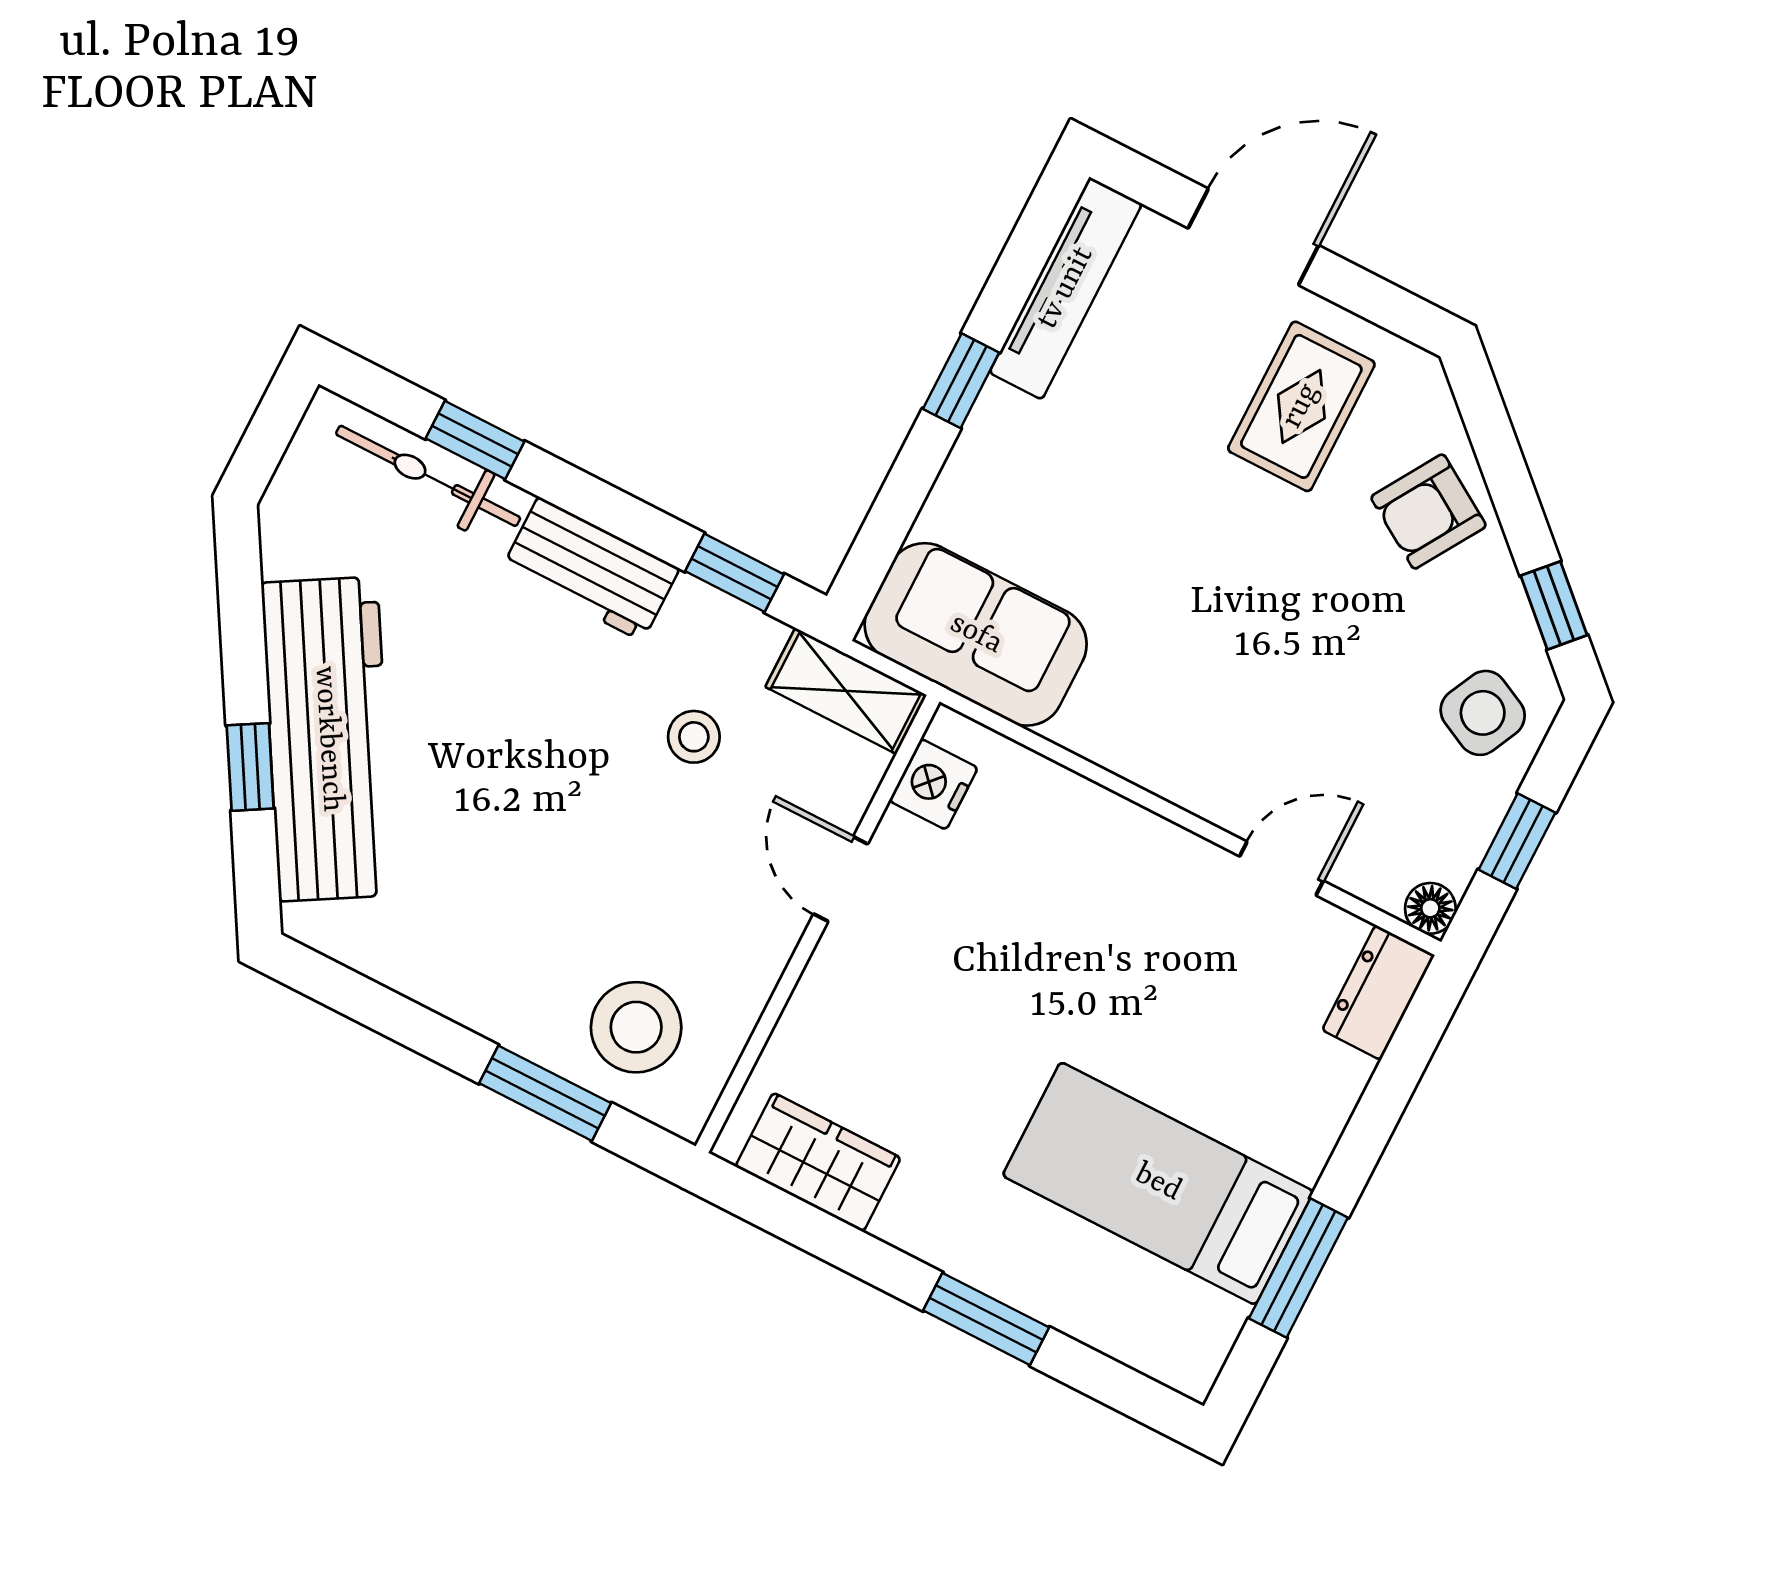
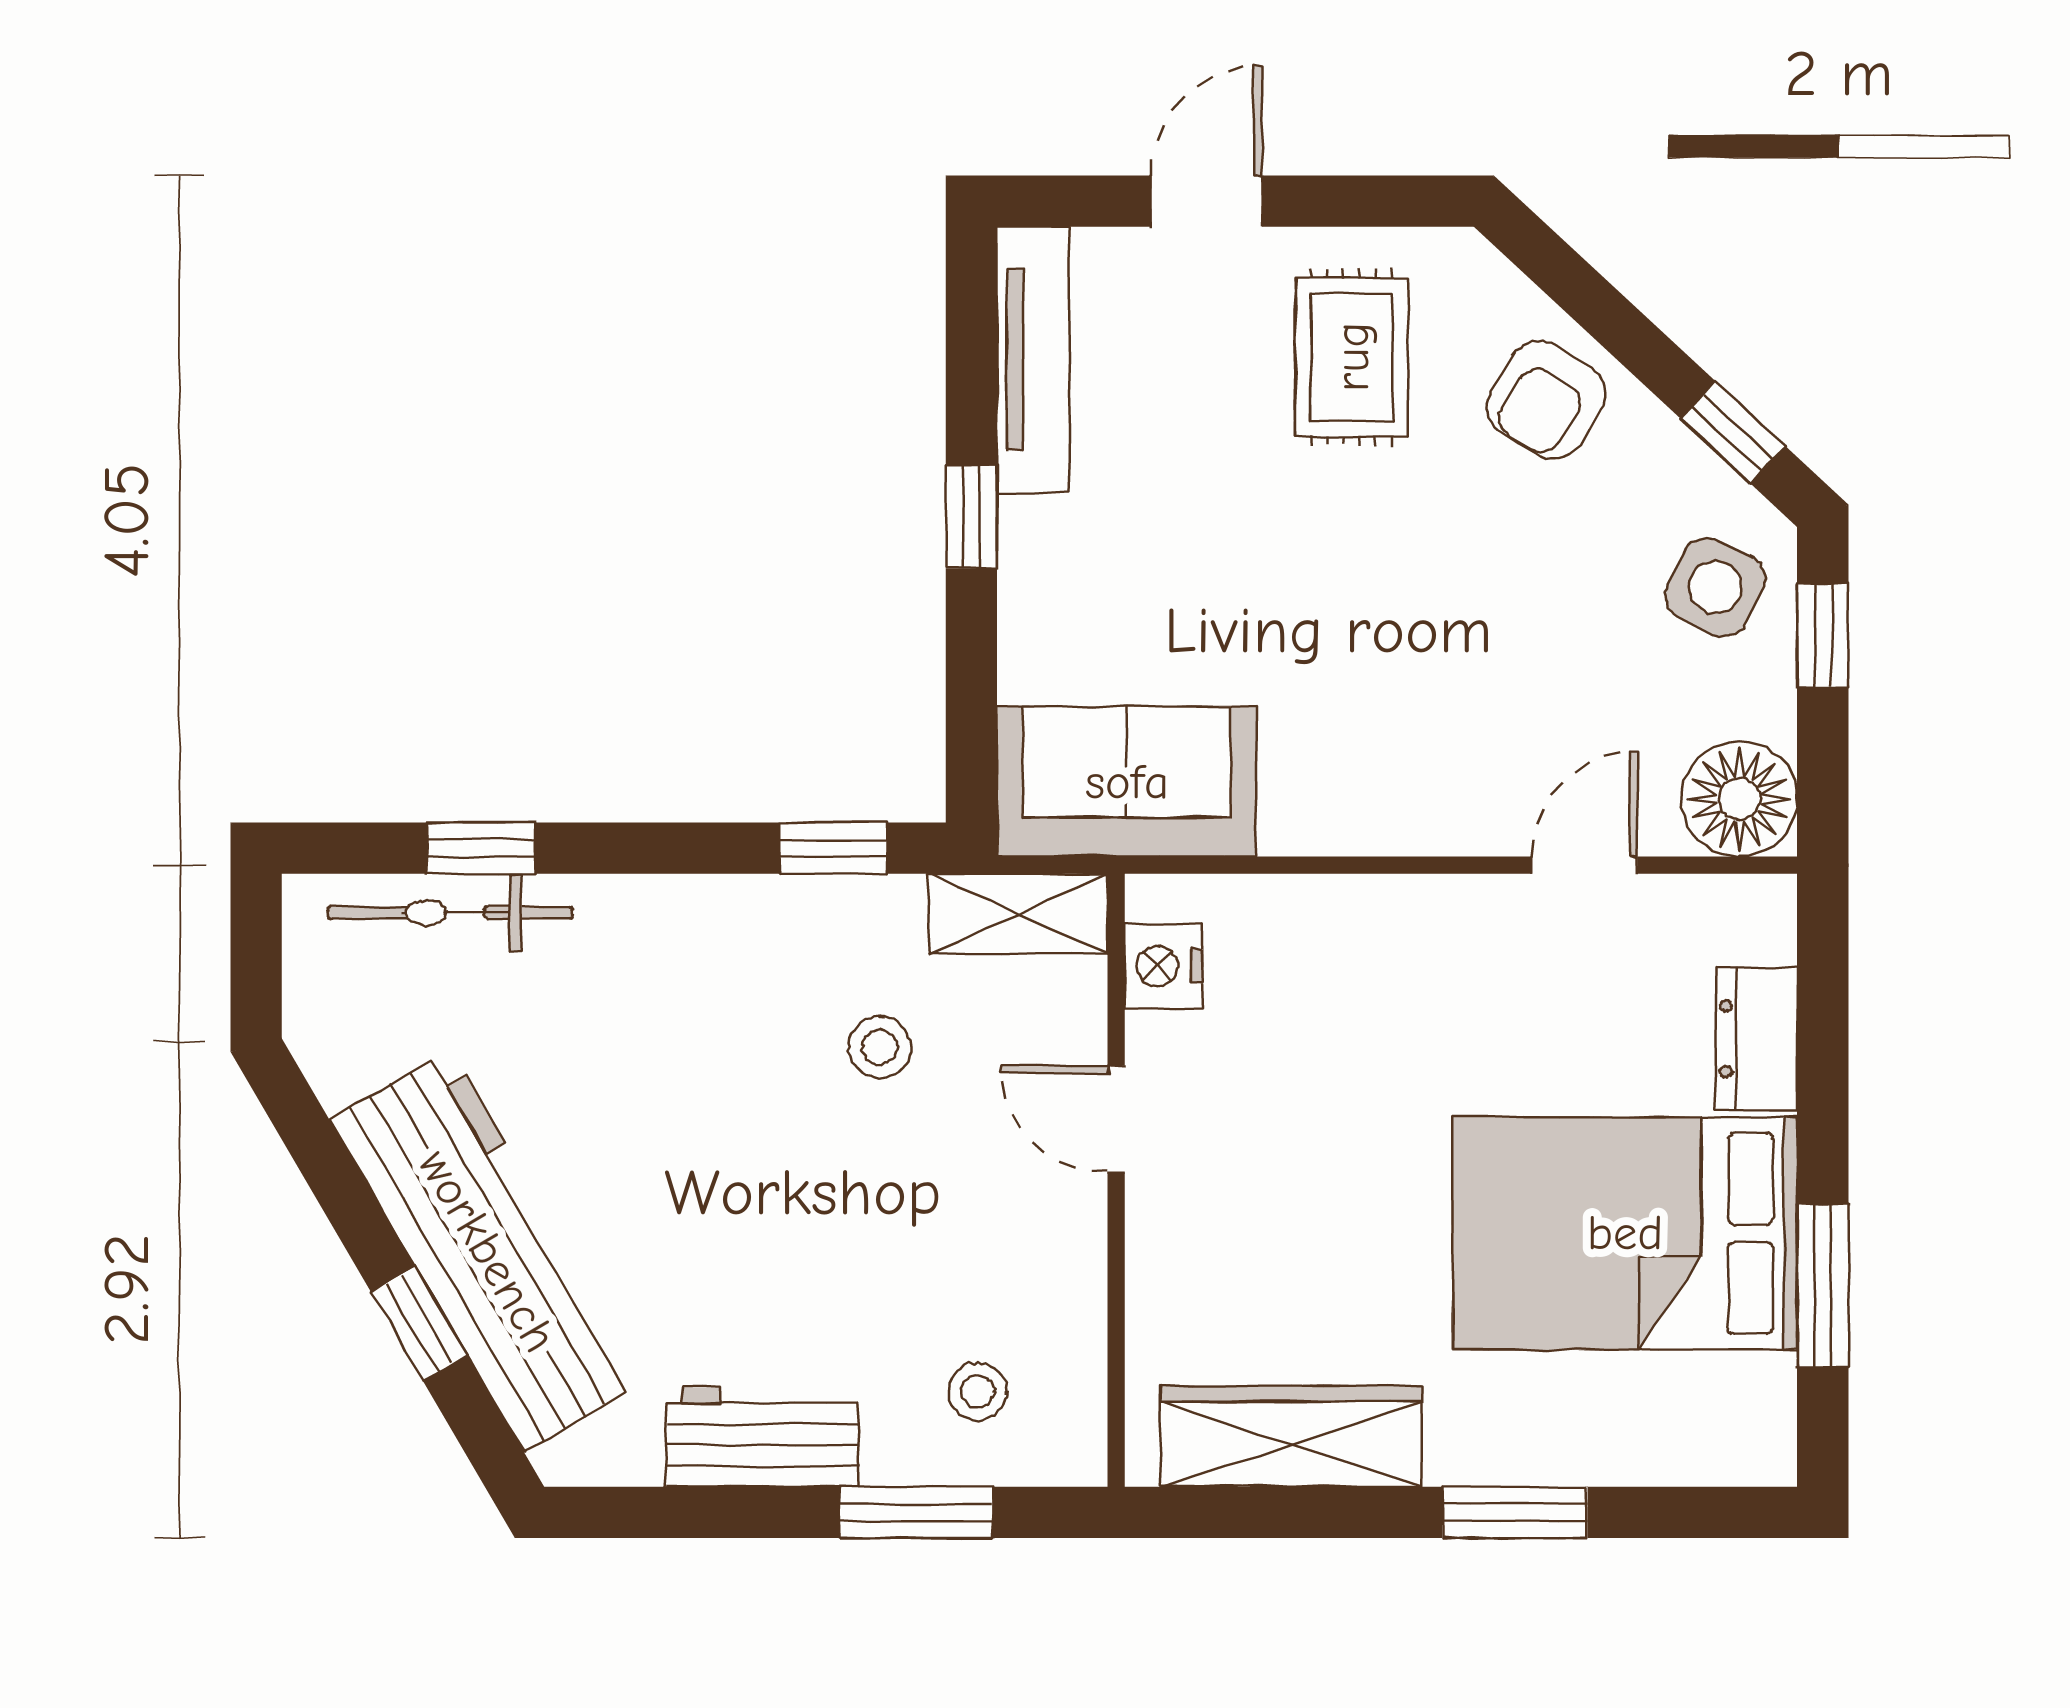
door: (1253, 237) -> (1207, 201), width x0.73
workbench: (590, 569) -> (762, 1437), moved, turned 180
window: (1517, 841) -> (1823, 636), moved
floor lamp: (1430, 908) -> (1740, 799), width x1.89, depth x1.89
dresser: (1378, 992) -> (1757, 1039), moved
stool: (636, 1027) -> (978, 1391), width x0.53, depth x0.53
wardrobe: (818, 1162) -> (1291, 1436), width x1.50
bed: (1158, 1183) -> (1625, 1233), width x1.50

